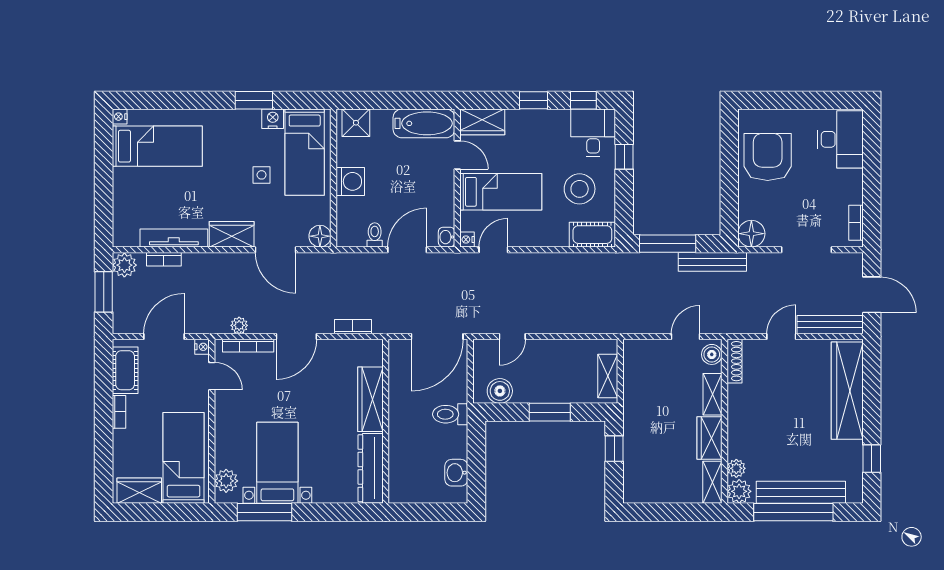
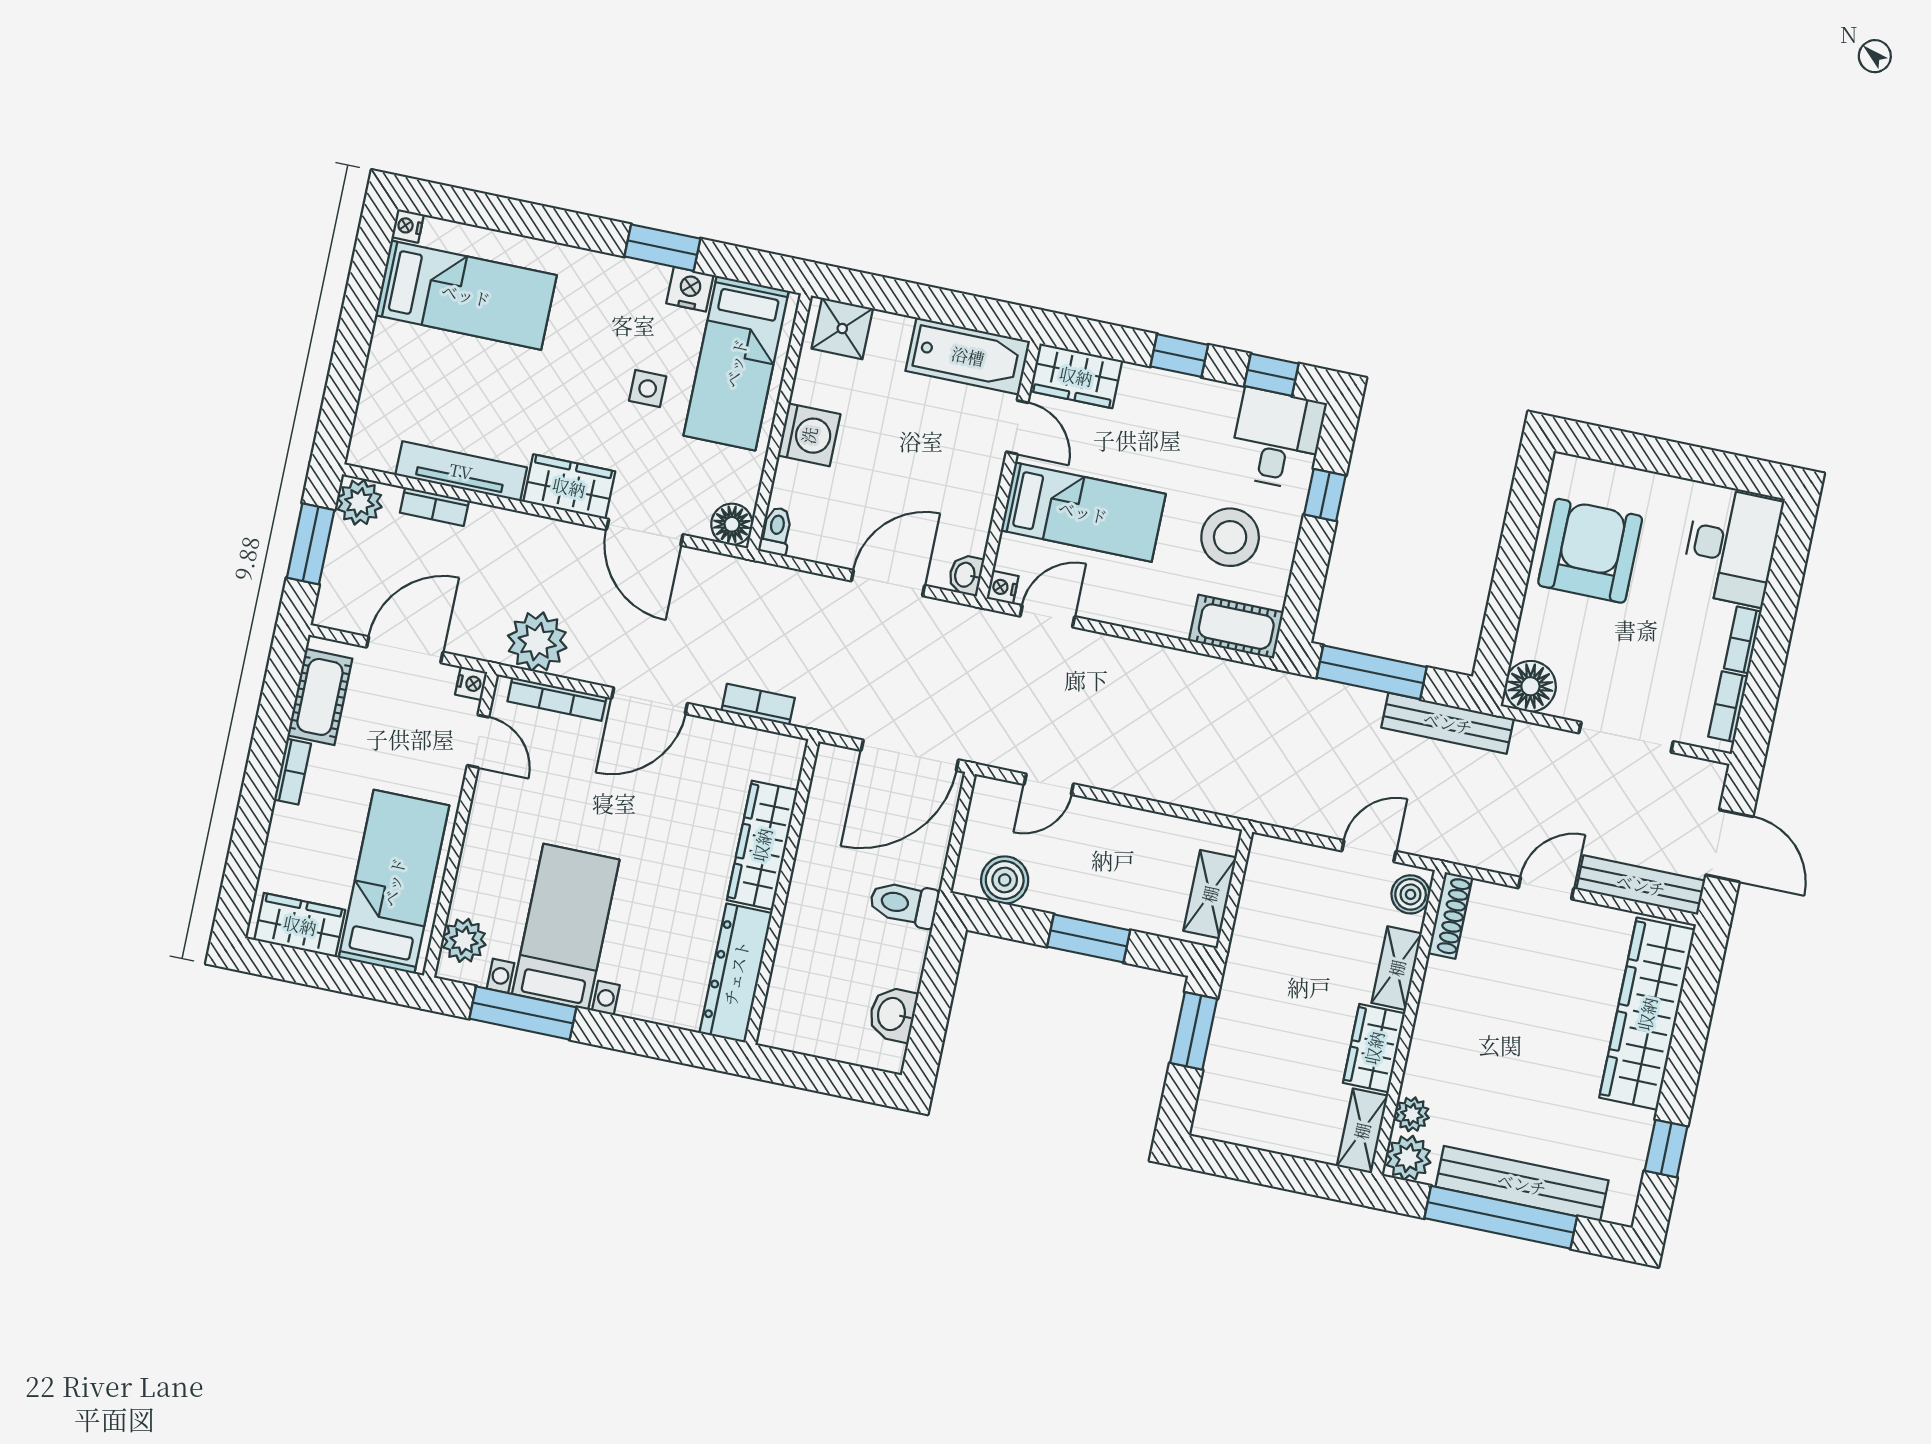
bookcase: (856, 187) -> (1743, 640), added
toilet: (375, 235) -> (776, 531), moved
plant: (239, 325) -> (537, 642), width x1.87, depth x1.87
window: (614, 449) -> (1194, 1031), width x1.50

